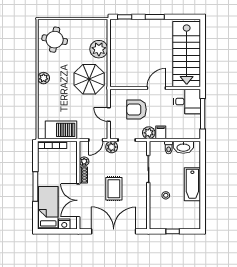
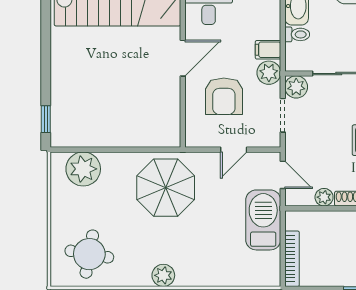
window: (155, 17) -> (46, 61), removed
plant: (99, 49) -> (83, 169), moved
door: (156, 88) -> (183, 58), swing flipped
barbecue: (61, 130) -> (263, 220), moved
plant: (112, 147) -> (296, 87), moved

